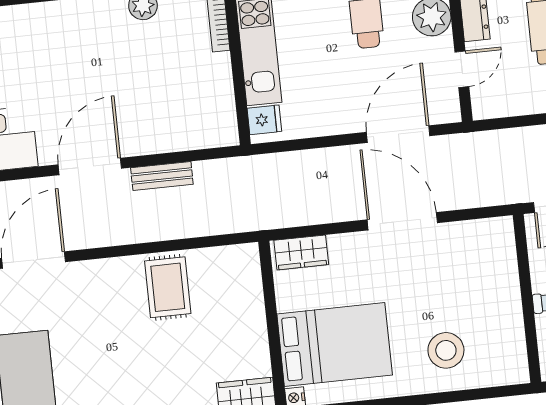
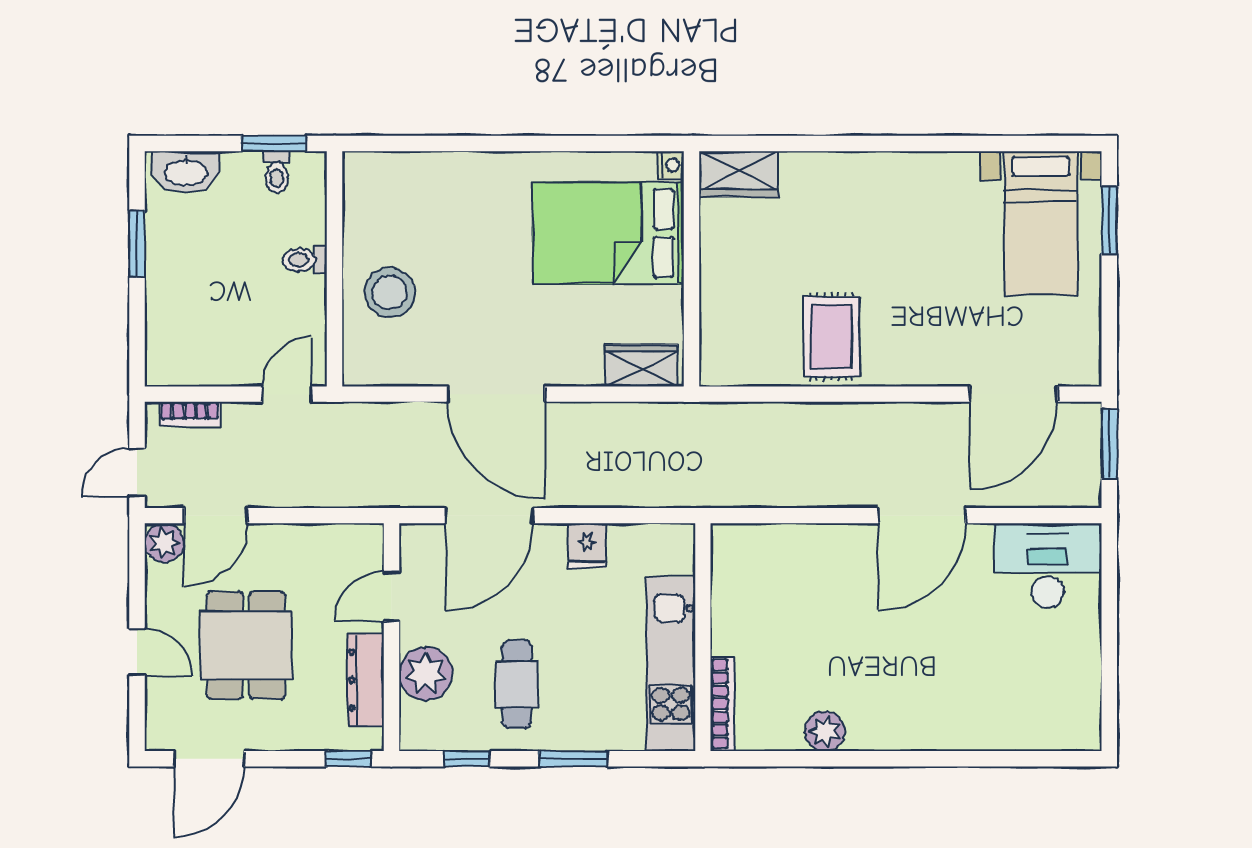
fridge: (264, 120) -> (587, 546), moved, turned -90
bench: (162, 176) -> (823, 492), removed
stool: (446, 350) -> (390, 292), moved

